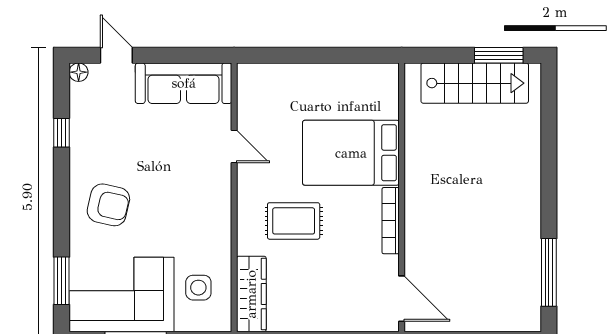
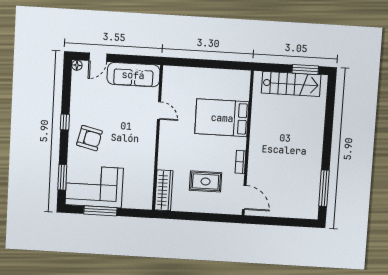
door: (116, 55) -> (98, 57), swing flipped
window: (62, 133) -> (65, 122), moved
rug: (294, 221) -> (206, 181), moved
bookcase: (391, 221) -> (240, 162), width x0.64
side table: (198, 288) -> (136, 185), removed

